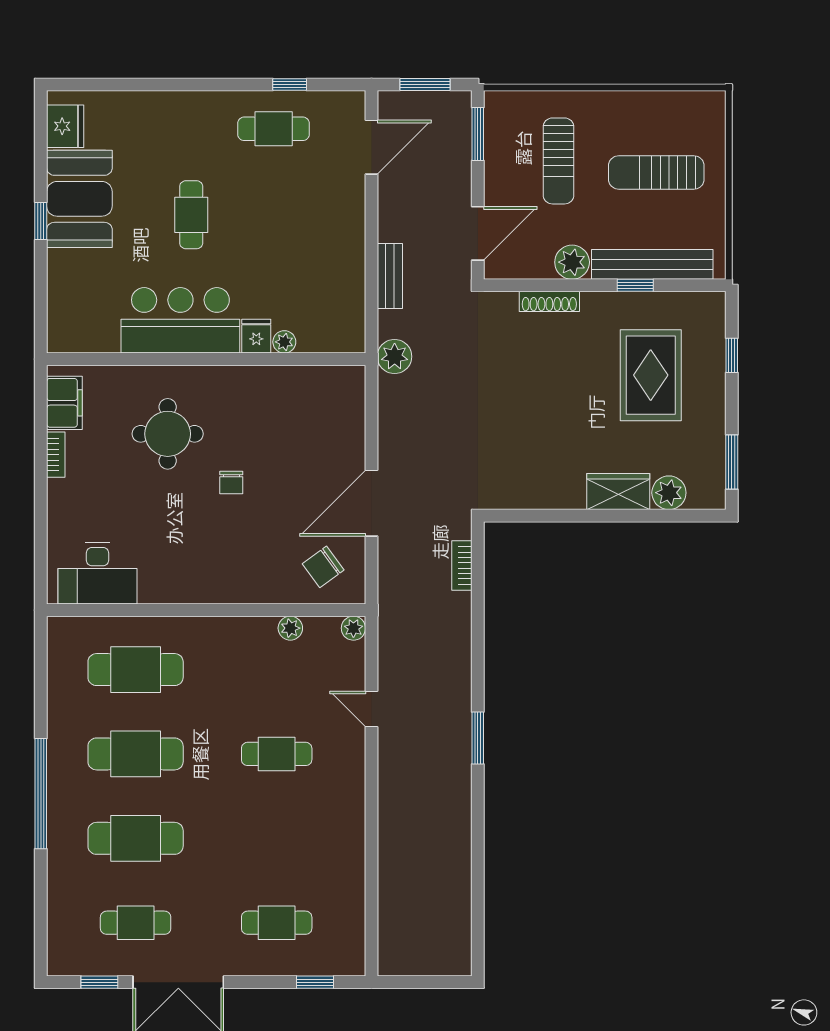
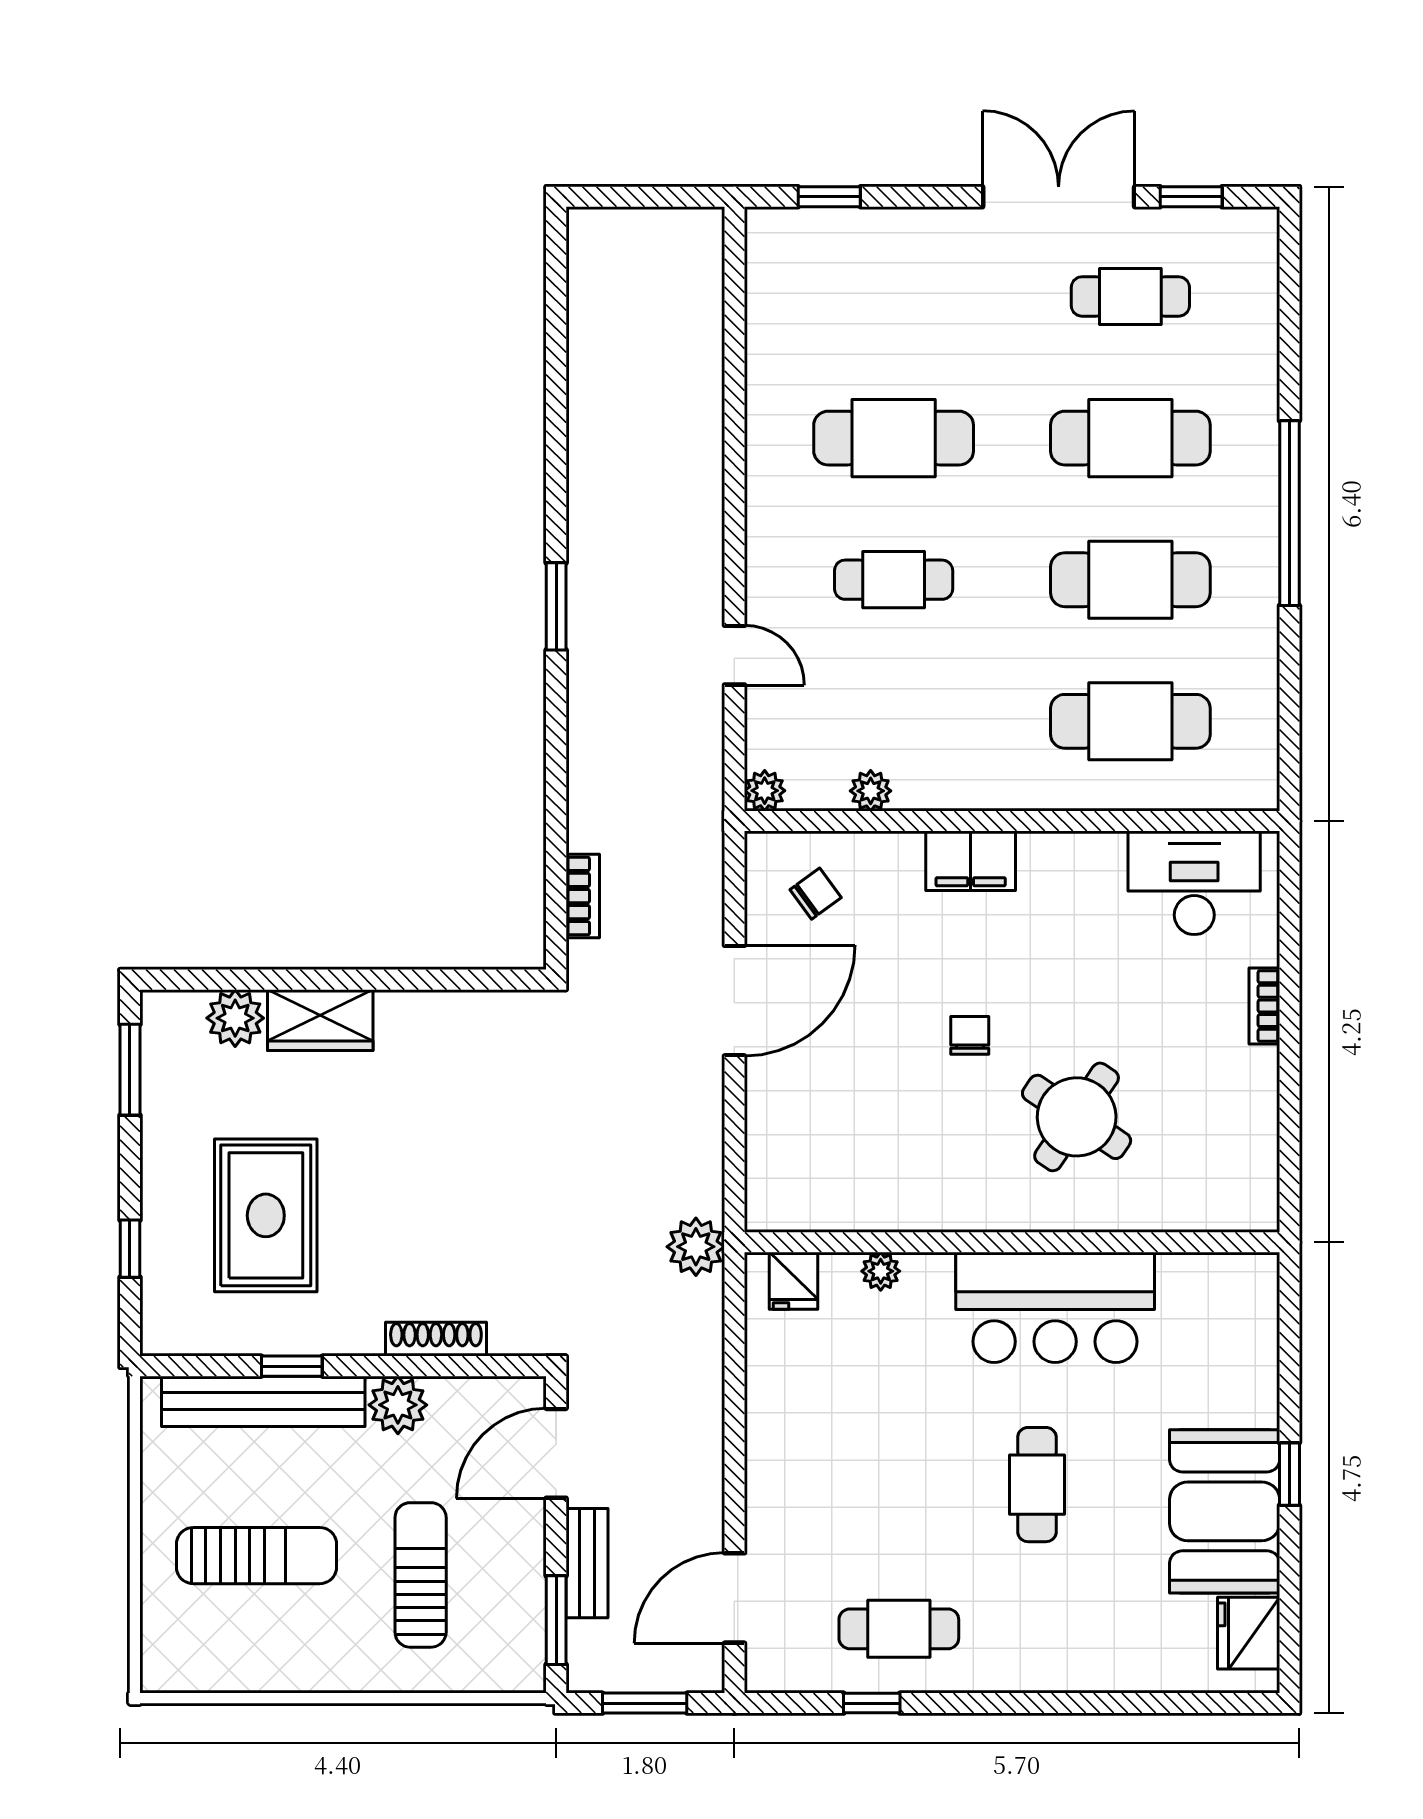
bench: (390, 276) -> (587, 1563), moved
fridge: (256, 336) -> (793, 1281), moved
filing cabinet: (64, 403) -> (971, 861), moved, turned -90
round table: (168, 434) -> (1077, 1117), turned 34
bookcase: (56, 455) -> (1264, 1006), moved
chair: (323, 567) -> (816, 894), width x0.73, depth x0.73
cafe table: (277, 923) -> (894, 438), moved, width x1.37, depth x1.35

